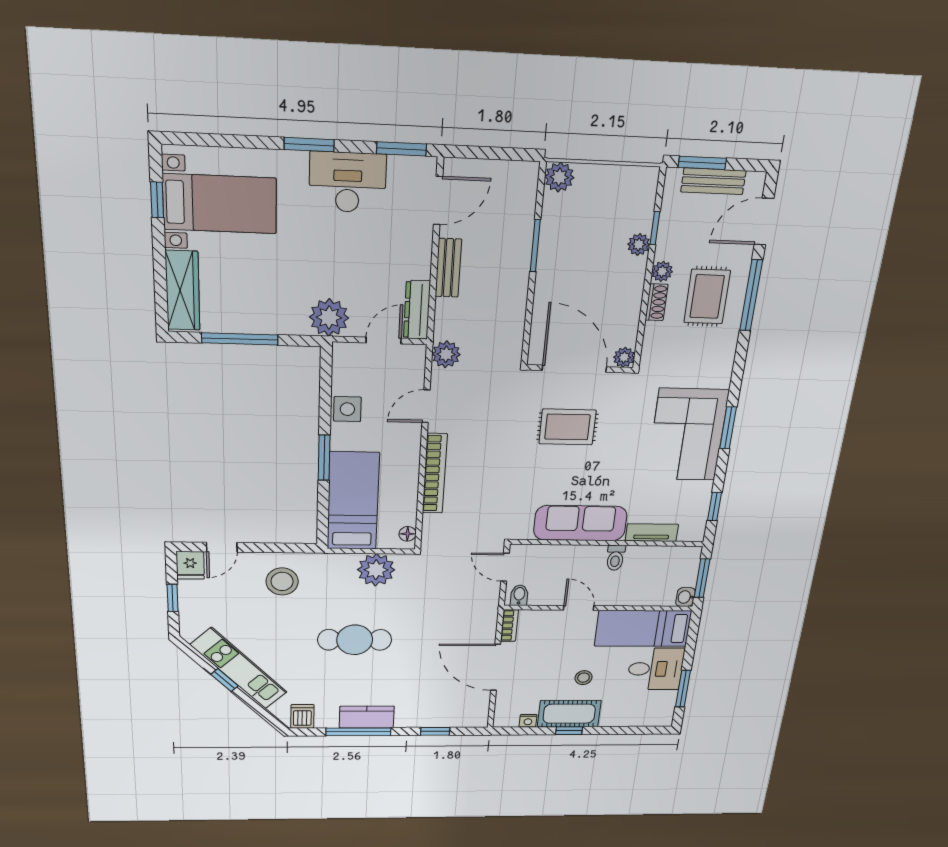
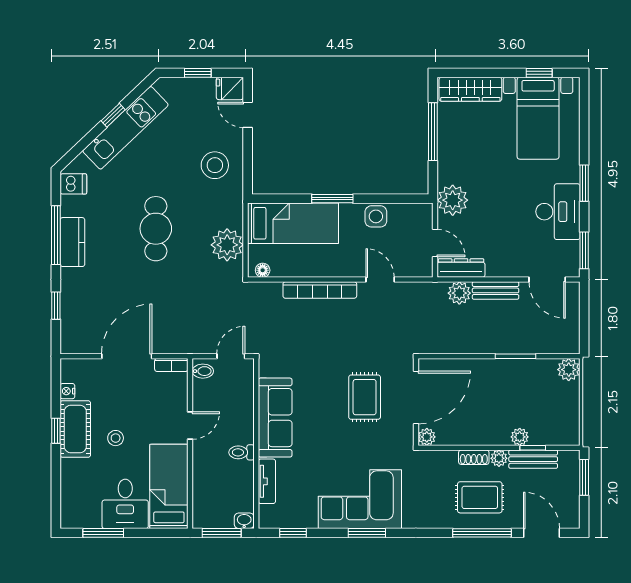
bench: (713, 181) -> (533, 459), moved, turned 90
plant: (446, 354) -> (459, 293), moved
washbasin: (685, 597) -> (244, 521), moved

